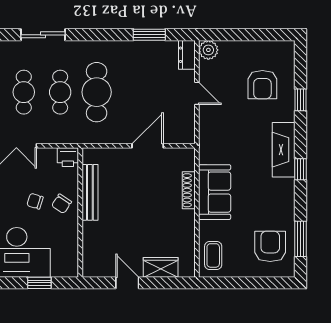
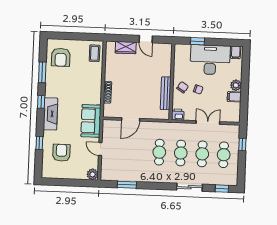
dresser: (187, 55) -> (105, 172), removed
cafe table: (97, 92) -> (159, 152), width x0.73, depth x0.74
sofa: (215, 192) -> (91, 121), moved
window: (301, 239) -> (42, 72), moved

